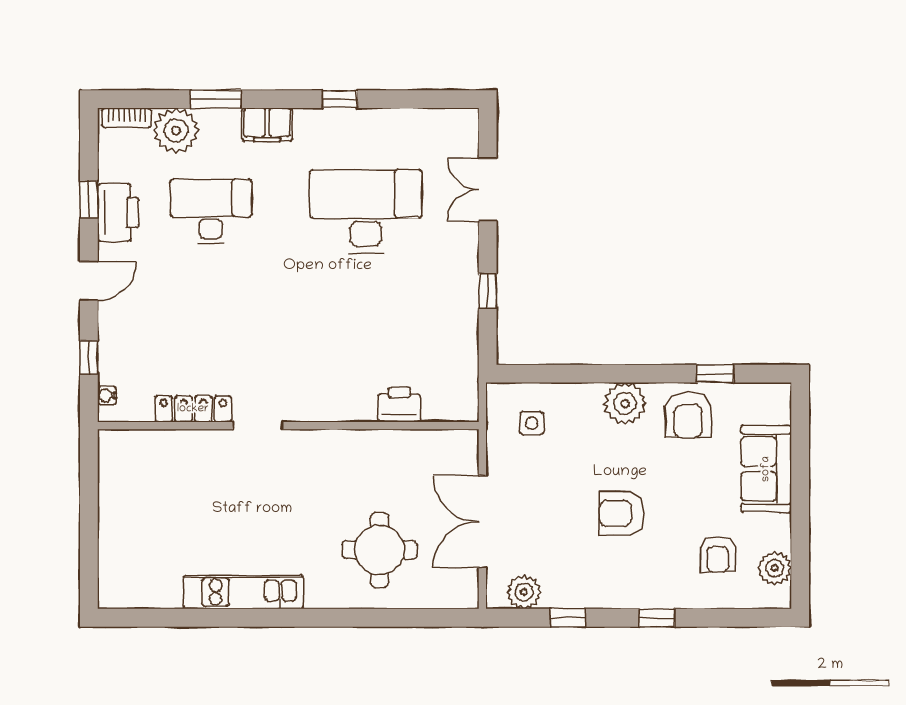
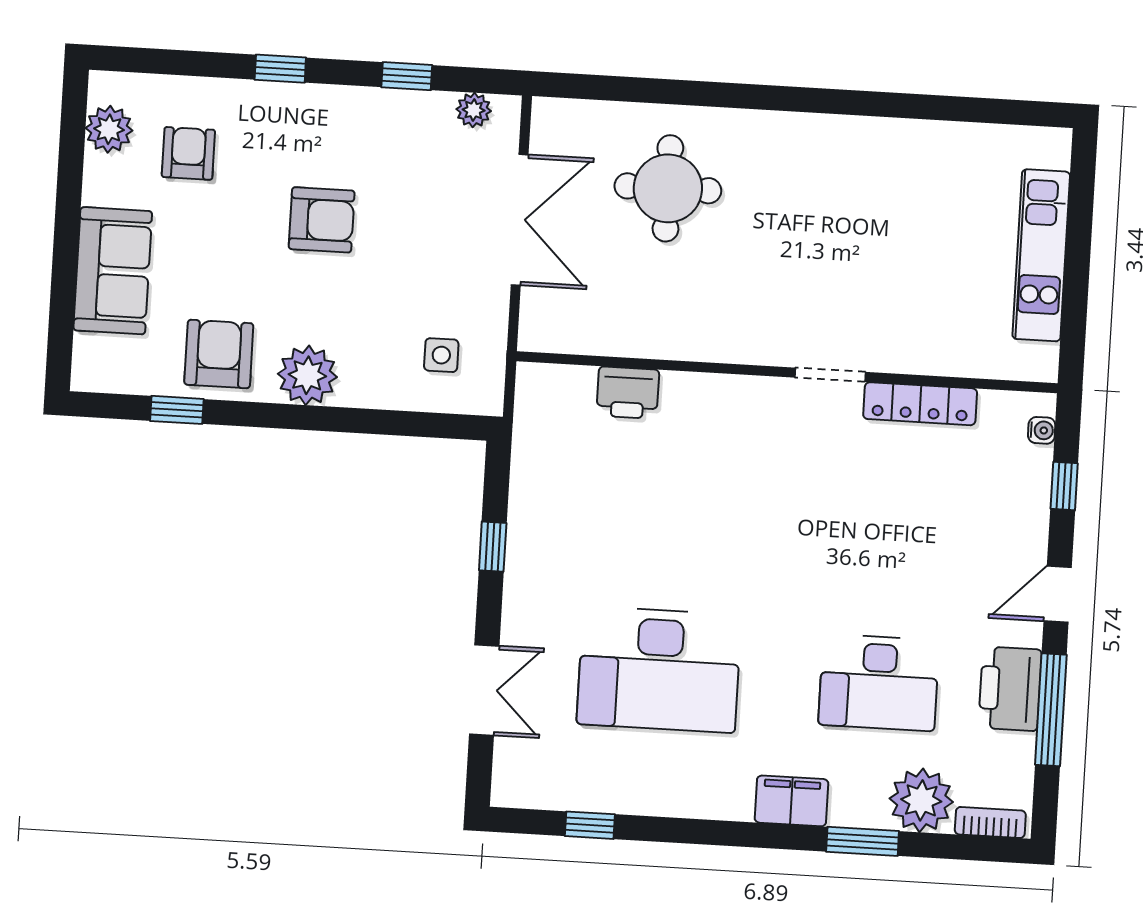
window: (340, 99) -> (590, 825), moved
window: (89, 199) -> (1051, 710), width x2.17
kitchen unit: (243, 592) -> (1041, 255), moved, turned 90
plant: (524, 592) -> (474, 110), width x0.73, depth x0.73

